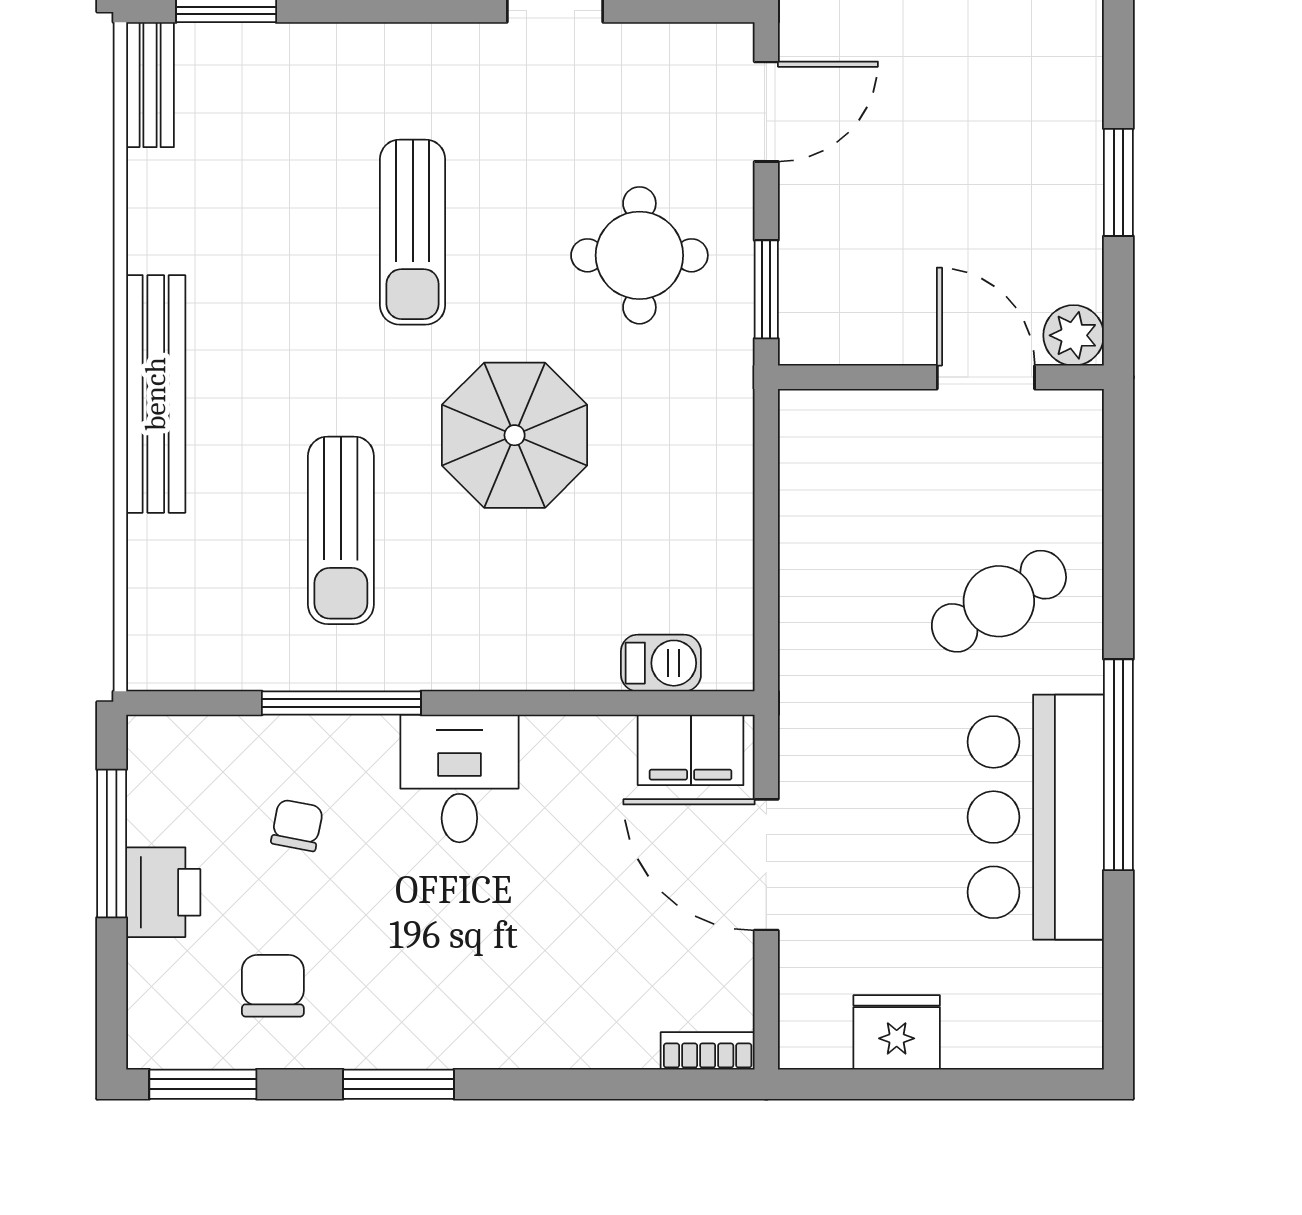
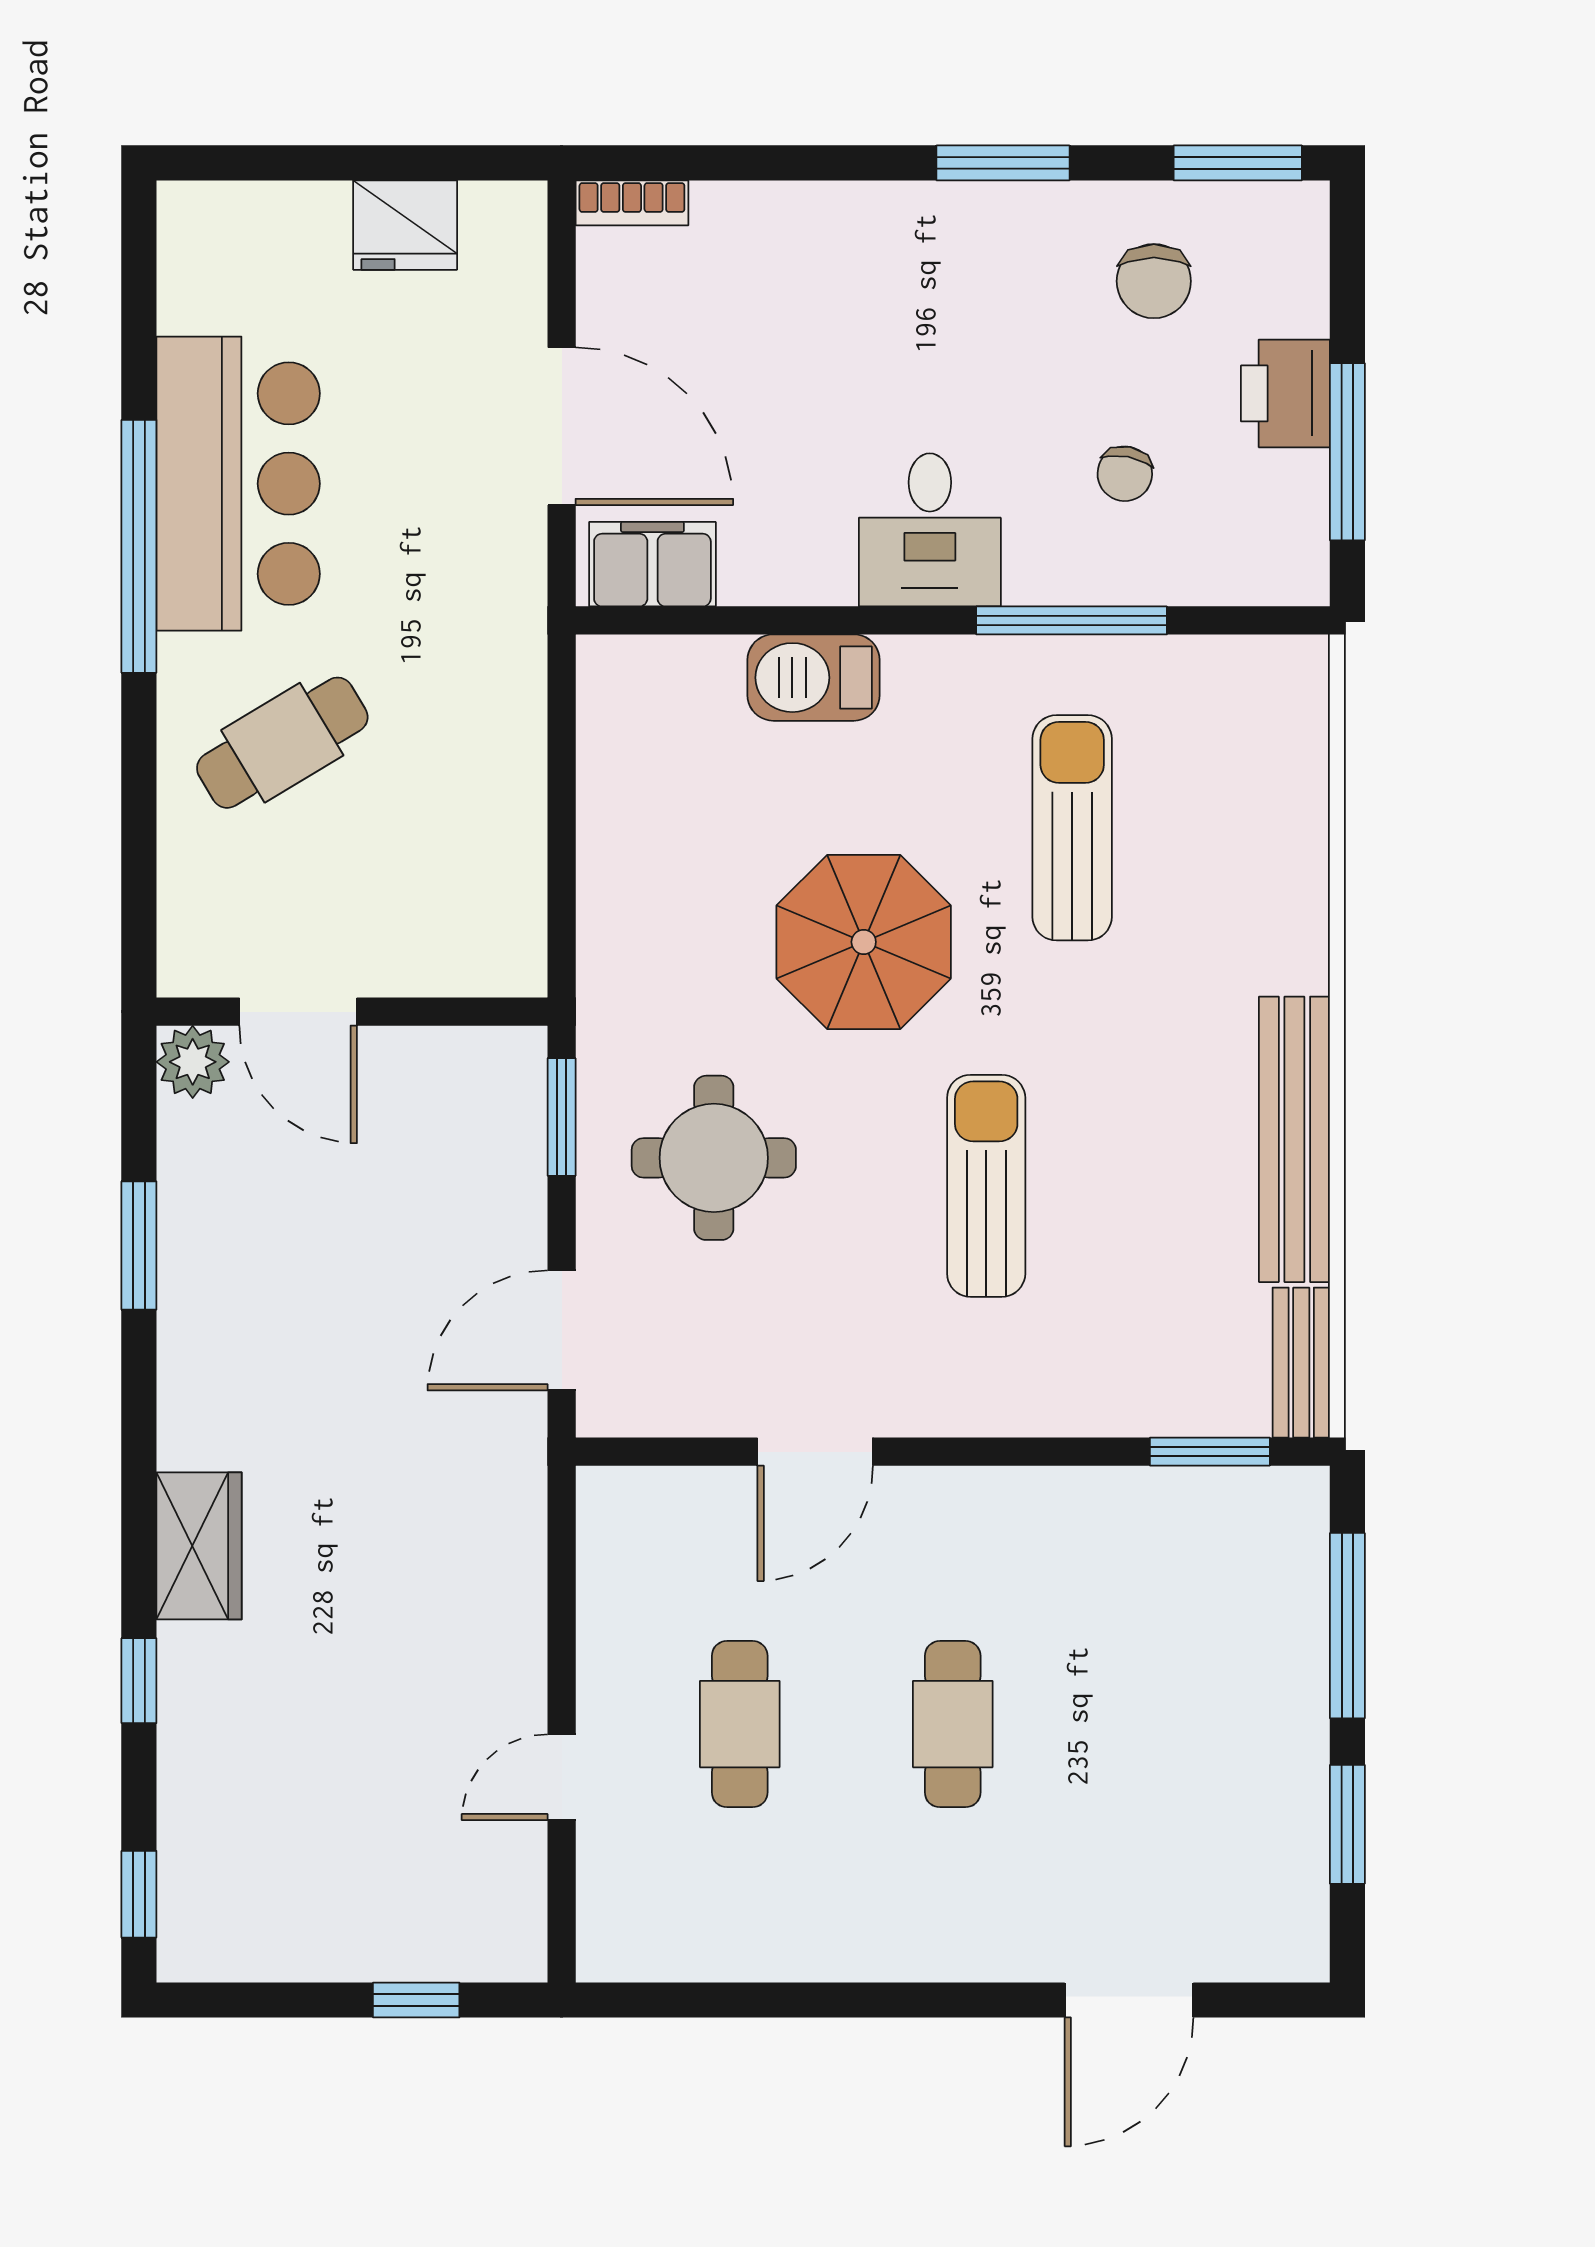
bench: (156, 394) -> (1294, 1139), moved
barbecue: (661, 663) -> (814, 678), moved, width x1.38, depth x1.27

